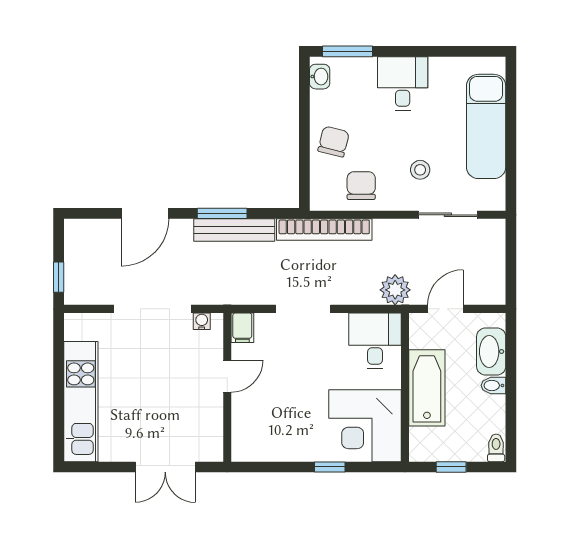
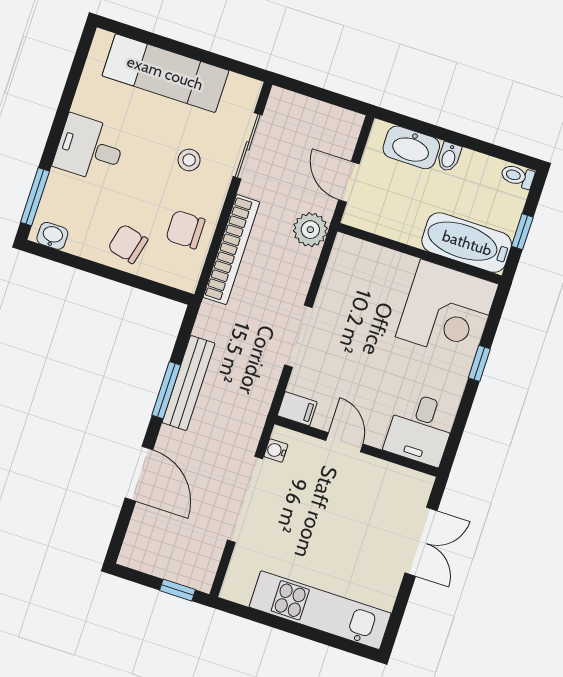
bookcase: (324, 229) -> (231, 250), moved
desk: (375, 341) -> (420, 429), moved, turned -90
bathtub: (427, 388) -> (467, 243), moved

